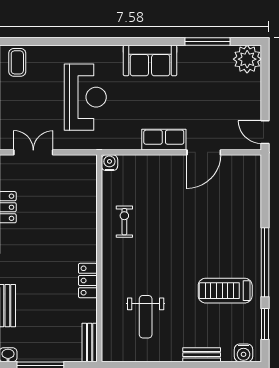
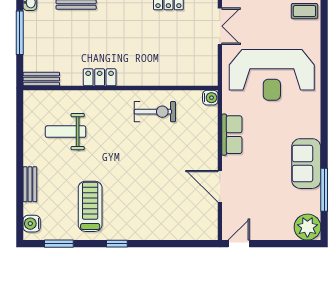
sofa: (150, 61) -> (306, 164), moved
reception desk: (85, 97) -> (272, 75), width x1.36, depth x1.30
row of seats: (164, 140) -> (232, 135), moved
exercise bike: (124, 222) -> (155, 112), width x1.38, depth x1.39
window: (265, 262) -> (117, 244), width x0.32

